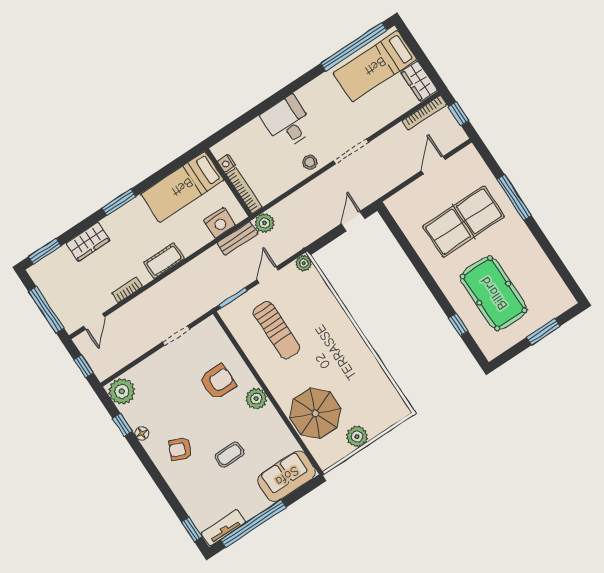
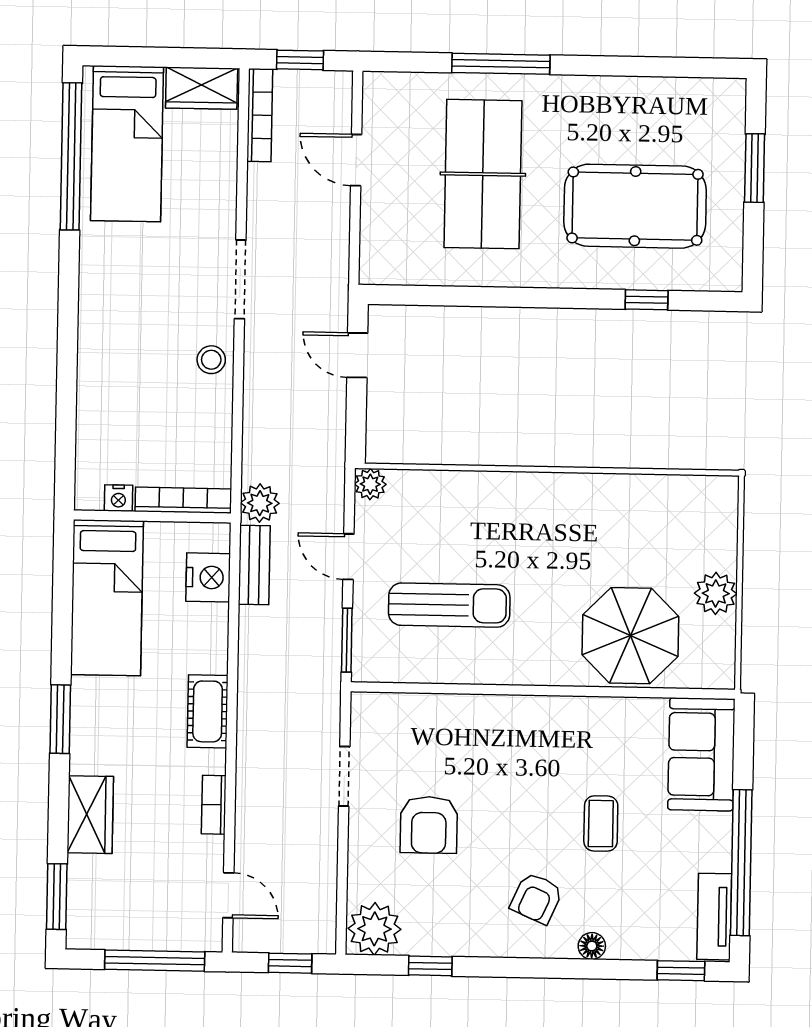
desk: (288, 122) -> (120, 351), removed
armchair: (218, 382) -> (429, 825), moved, turned 180
plant: (256, 399) -> (539, 716), removed
floor lamp: (142, 433) -> (592, 946), moved

